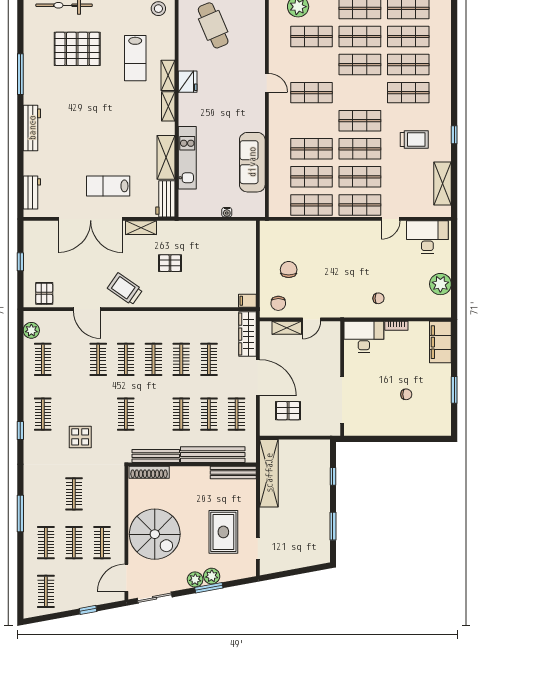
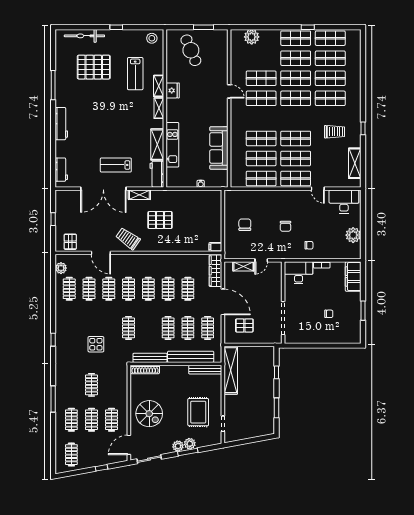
shop shelf: (311, 36) -> (261, 78), moved
shop shelf: (360, 121) -> (296, 98), moved
door: (391, 219) -> (318, 189), hinge flipped
pallet: (170, 263) -> (160, 220), width x1.50, depth x1.42
chair: (278, 303) -> (285, 226), moved
clothes rail: (43, 414) -> (89, 289), moved
spiral stairs: (155, 534) -> (149, 414), width x0.73, depth x0.73

